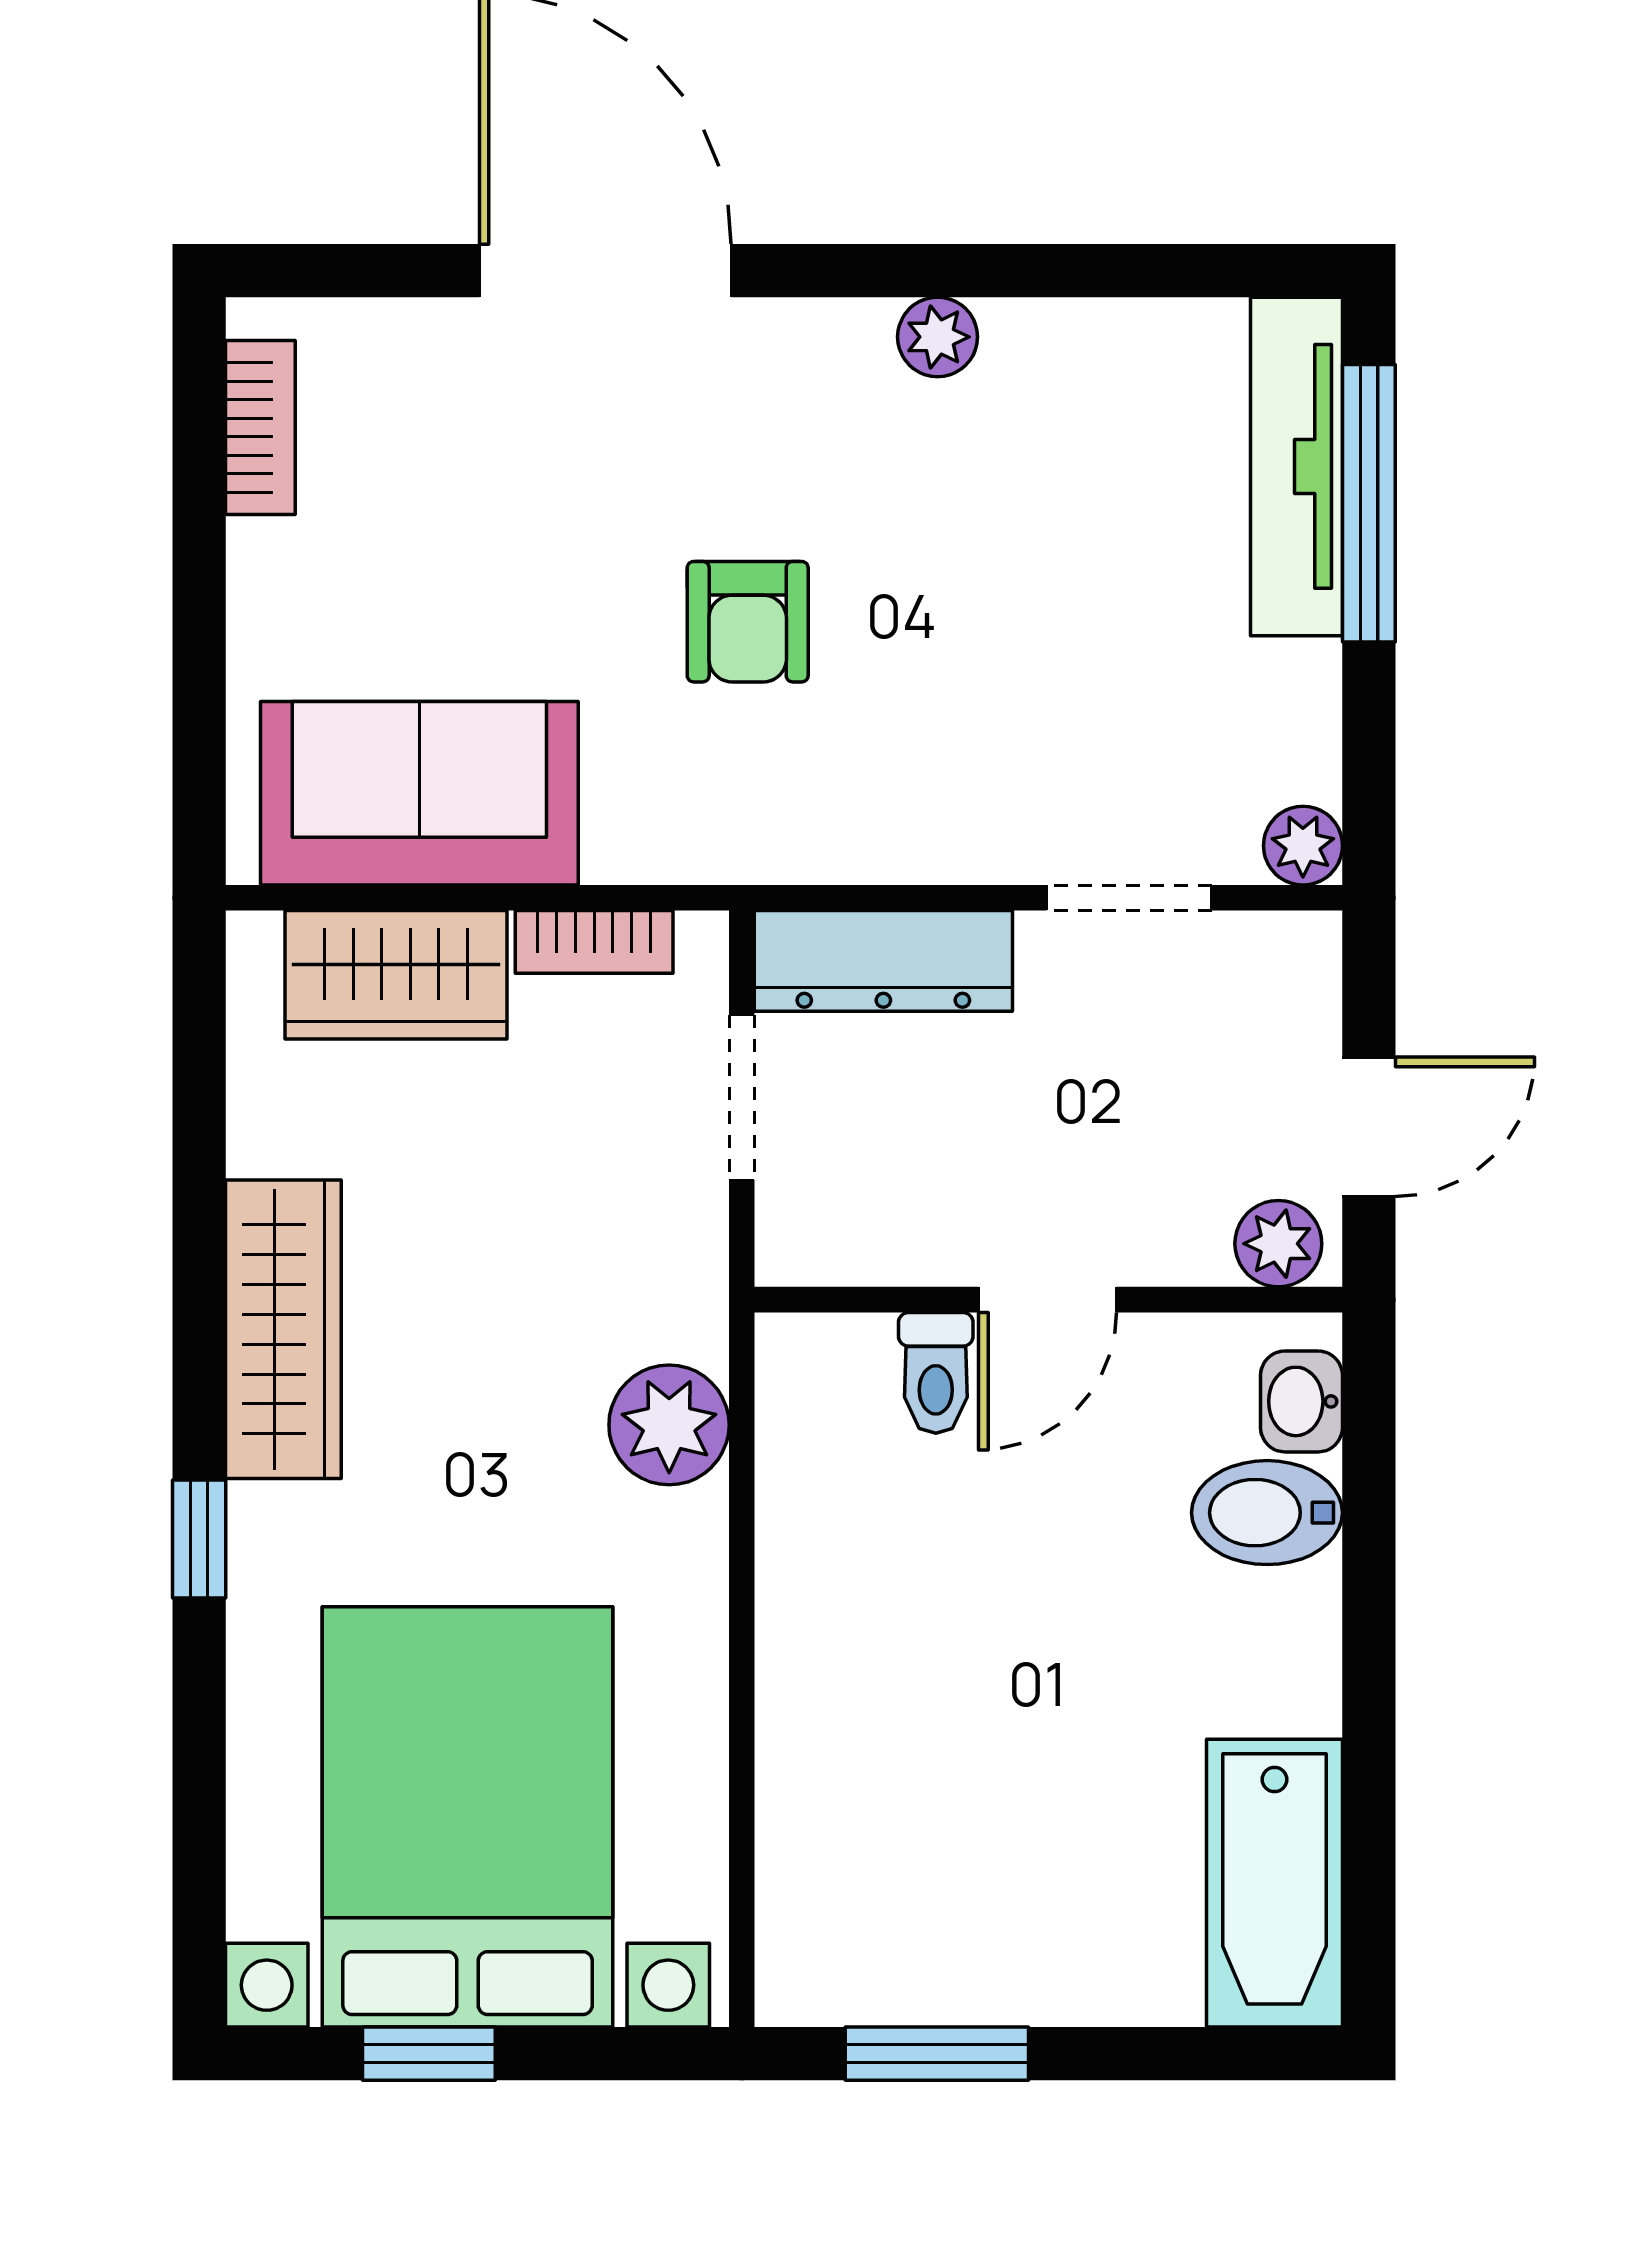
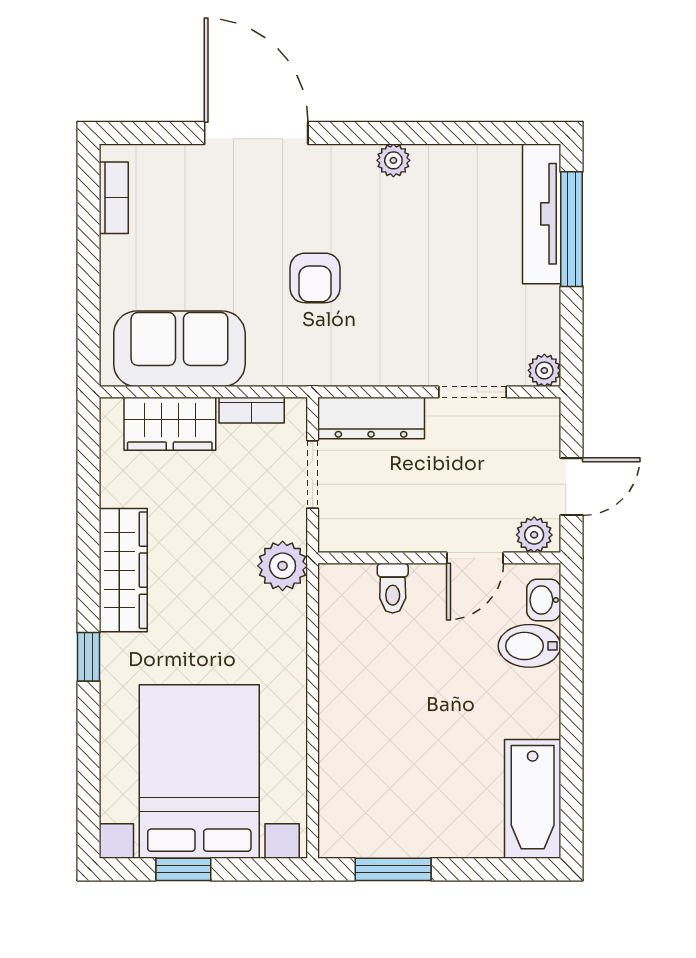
door: (1048, 1300) -> (475, 558), moved
plant: (669, 1425) -> (283, 566), moved

